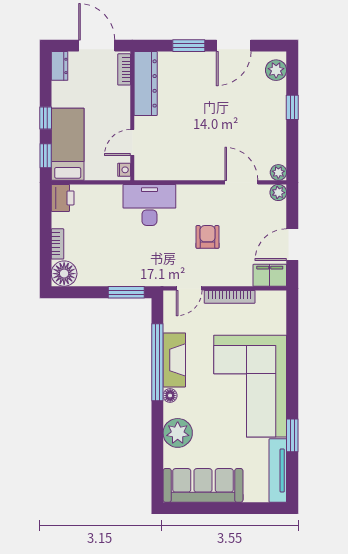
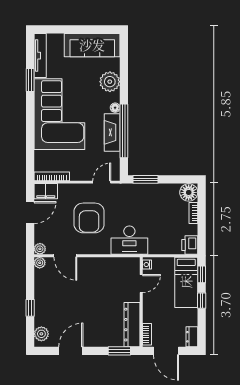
window: (189, 46) -> (119, 351), moved
armchair: (208, 237) -> (89, 218), width x1.88, depth x1.88
bookcase: (230, 297) -> (52, 176), moved

